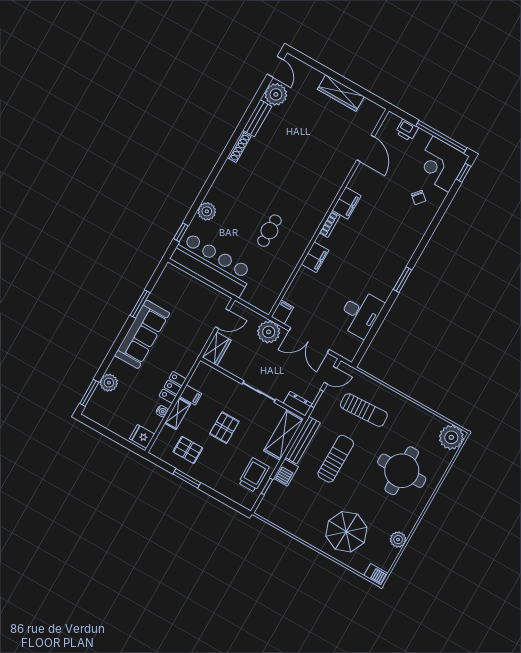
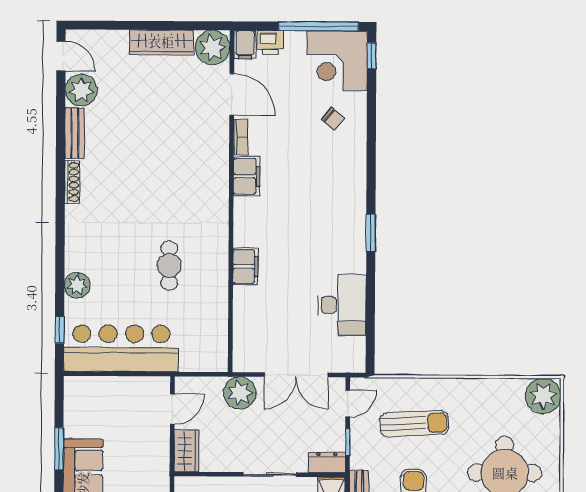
plant: (370, 113) -> (212, 47), added
bookcase: (330, 225) -> (241, 137), moved
filing cabinet: (283, 312) -> (245, 45), moved, turned 180

